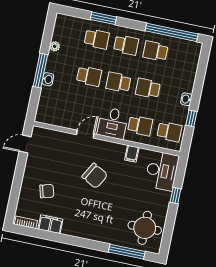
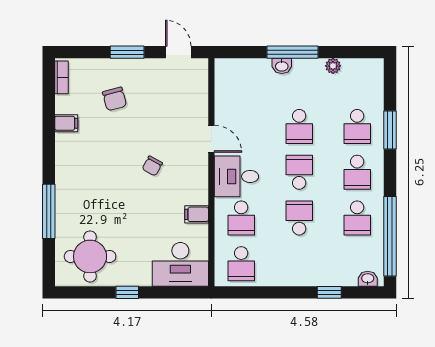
school desk: (155, 51) -> (357, 218), turned 180
washbasin: (186, 99) -> (368, 279), moved
window: (191, 118) -> (329, 292), moved
chair: (95, 176) -> (152, 166), width x0.54, depth x0.54
window: (18, 177) -> (127, 52), added
window: (175, 196) -> (127, 292), moved
filing cabinet: (50, 224) -> (66, 123), width x0.50
window: (127, 252) -> (49, 211), moved

